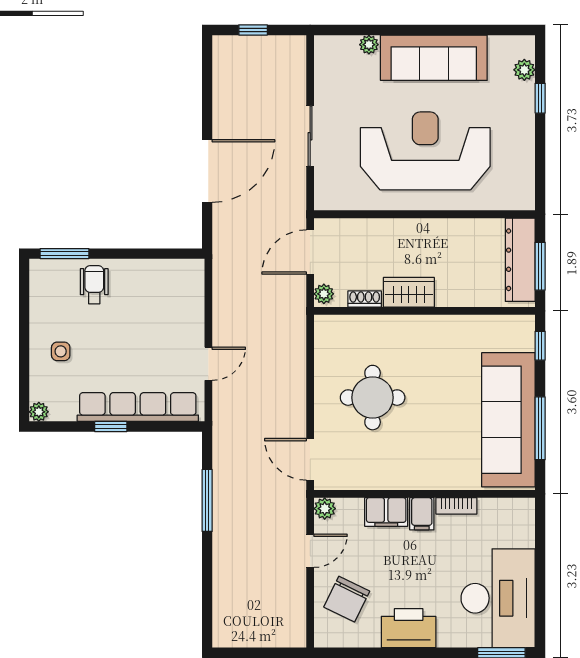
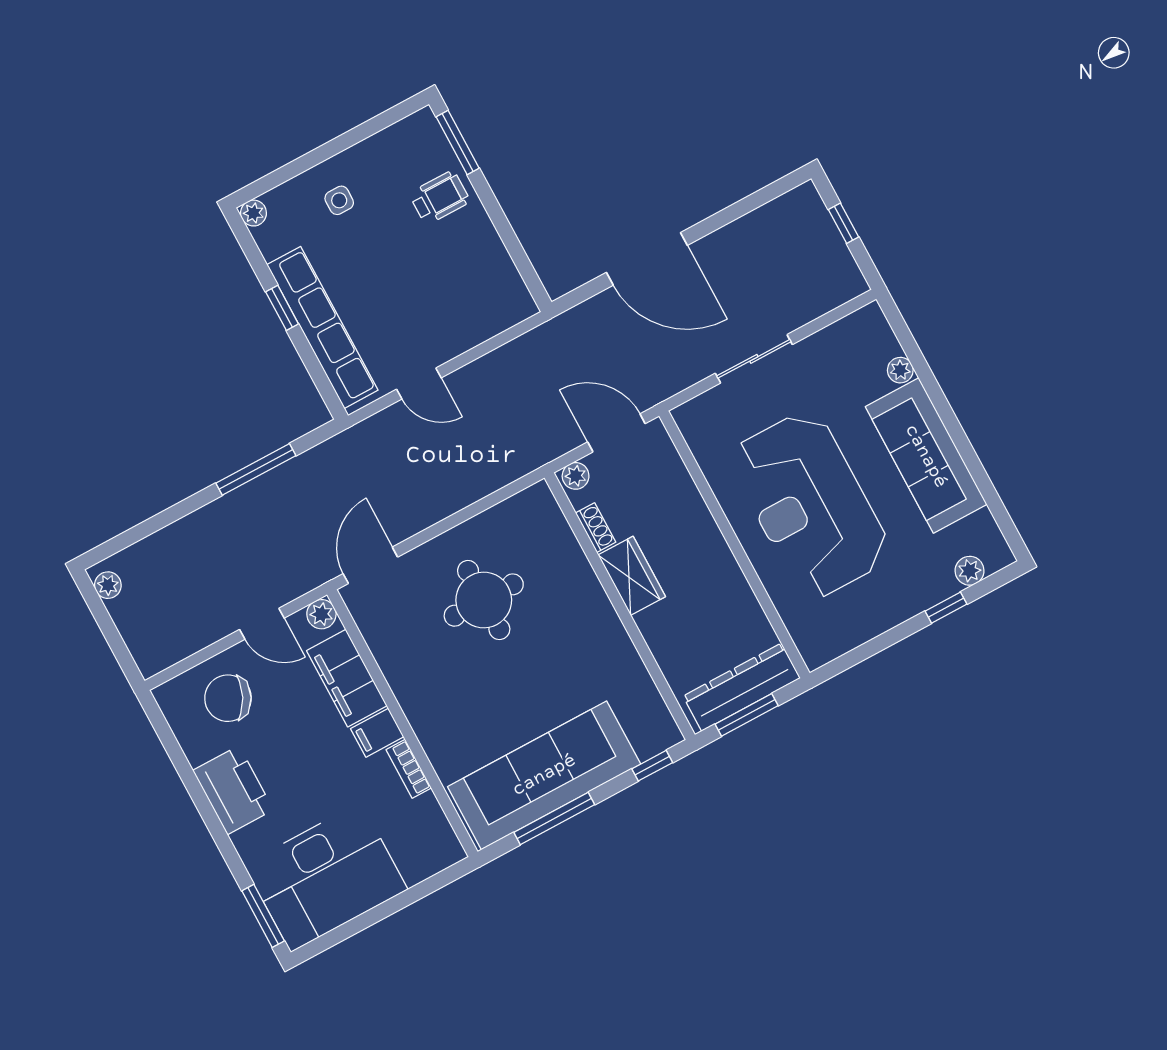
reception desk: (425, 151) -> (810, 505), turned 180
filing cabinet: (386, 512) -> (347, 678), width x1.50, depth x1.17
plant: (231, 638) -> (108, 585), added

